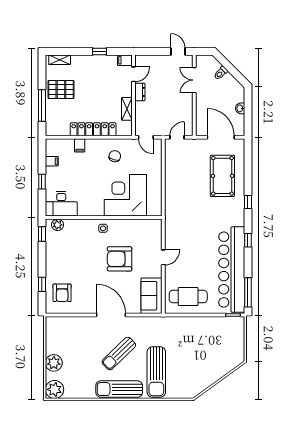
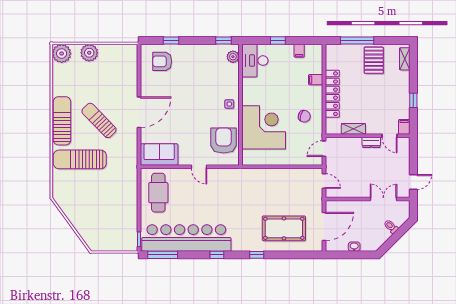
armchair: (120, 259) -> (224, 141), moved

